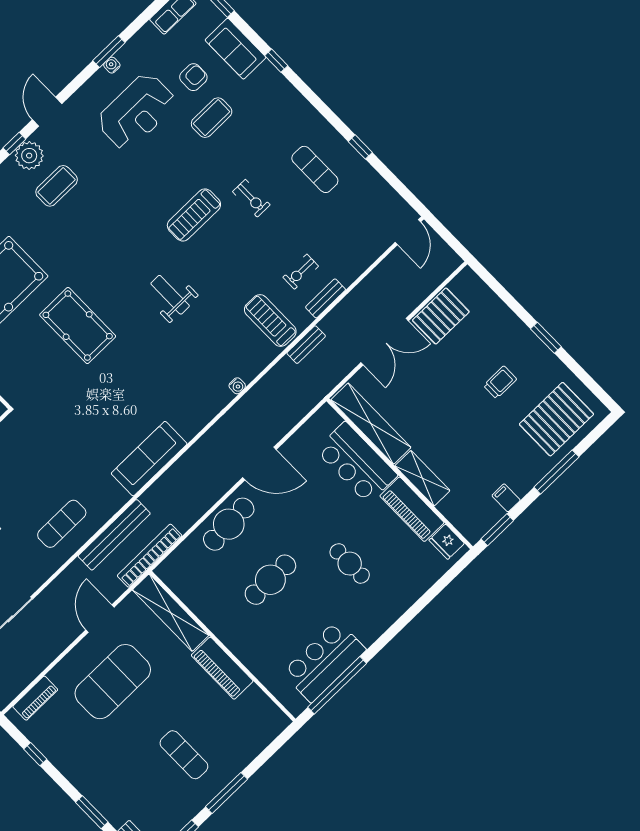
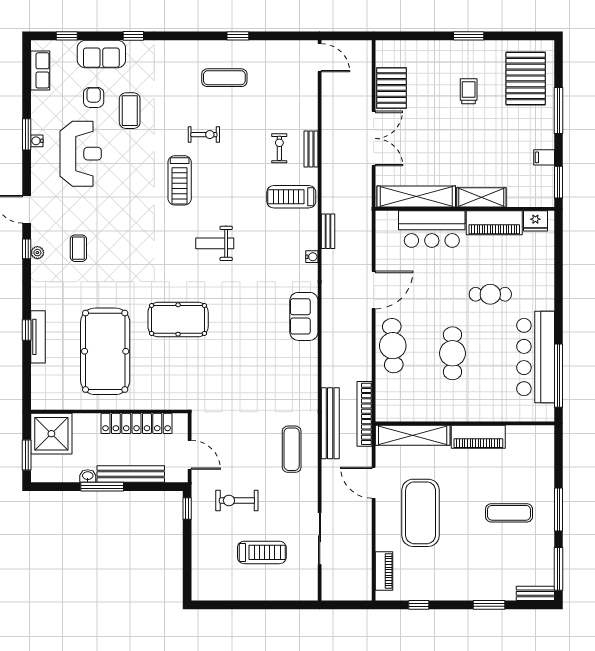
plant: (29, 156) -> (37, 253), width x0.53, depth x0.53
coffee table: (57, 186) -> (78, 248), width x0.73, depth x0.77
exercise bike: (301, 272) -> (279, 148), turned 180
bench: (306, 345) -> (328, 231), moved
sofa: (149, 459) -> (304, 316), moved, width x0.73
bar counter: (324, 661) -> (536, 357), width x1.36

